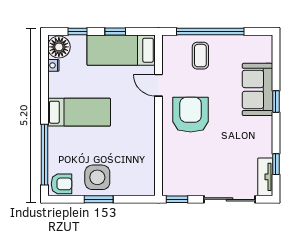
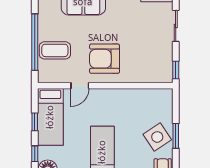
coffee table: (200, 56) -> (55, 50), width x1.36, depth x1.30
side table: (97, 177) -> (157, 137), turned -34
sliding door: (229, 199) -> (176, 26), width x0.73

